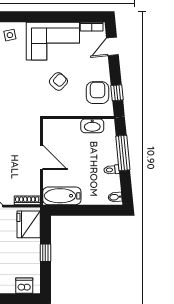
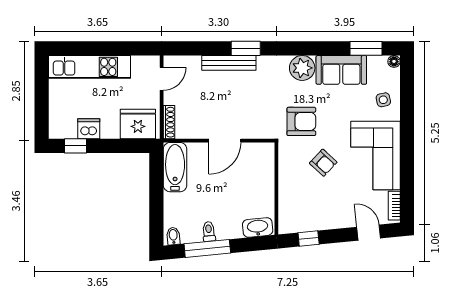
armchair: (98, 93) -> (301, 121), moved
washbasin: (92, 126) -> (258, 227), moved, turned 84
window: (123, 153) -> (207, 248), moved
window: (45, 253) -> (75, 146), moved
dishwasher: (24, 286) -> (89, 129), moved, turned -90

